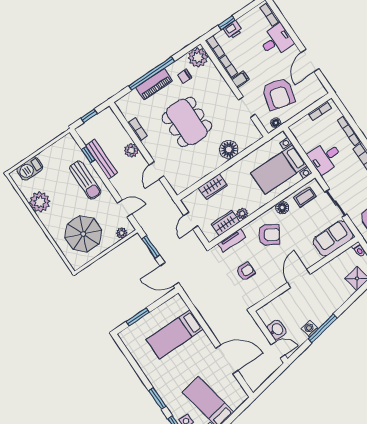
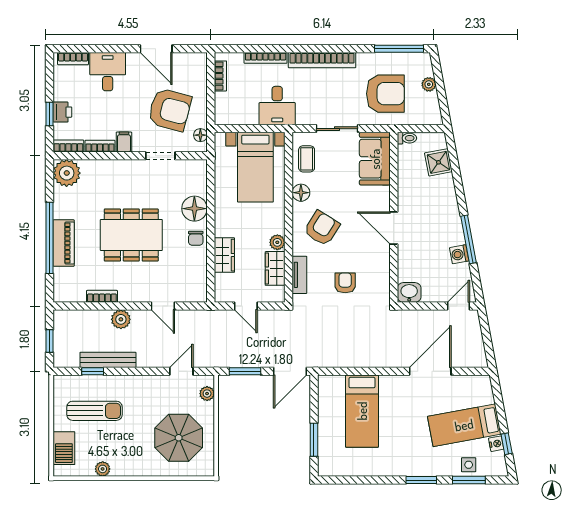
chair: (185, 76) -> (196, 238), moved
sun lounger: (85, 180) -> (94, 411), moved
plant: (40, 202) -> (103, 469), width x0.53, depth x0.53
washbasin: (277, 330) -> (409, 292), moved

